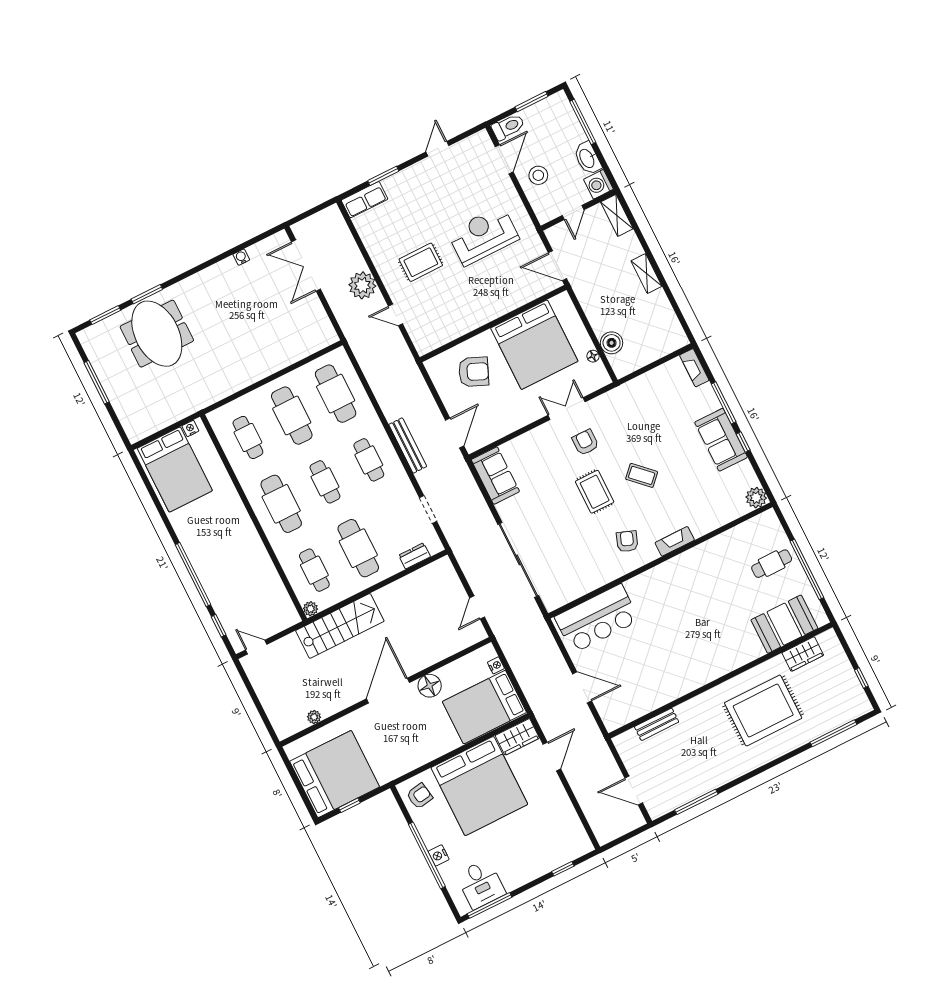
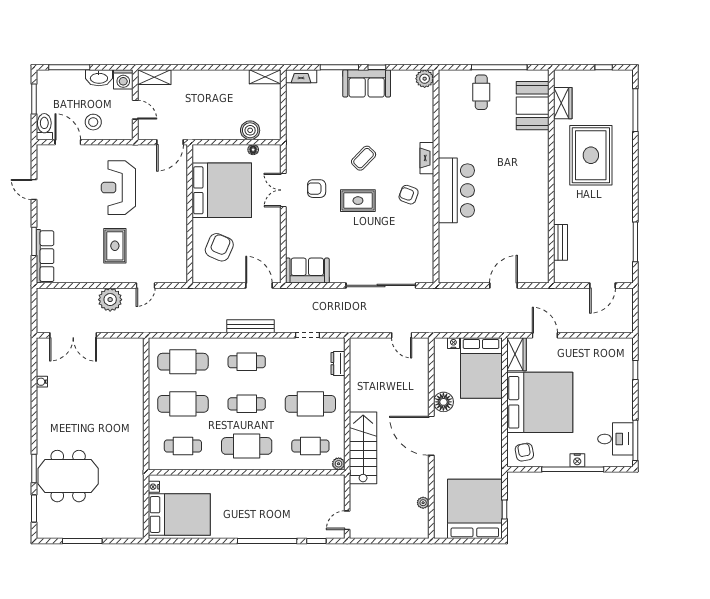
row of seats: (365, 200) -> (45, 256), width x1.48
shelving: (646, 273) -> (265, 77), moved
bar counter: (597, 619) -> (456, 190), moved

